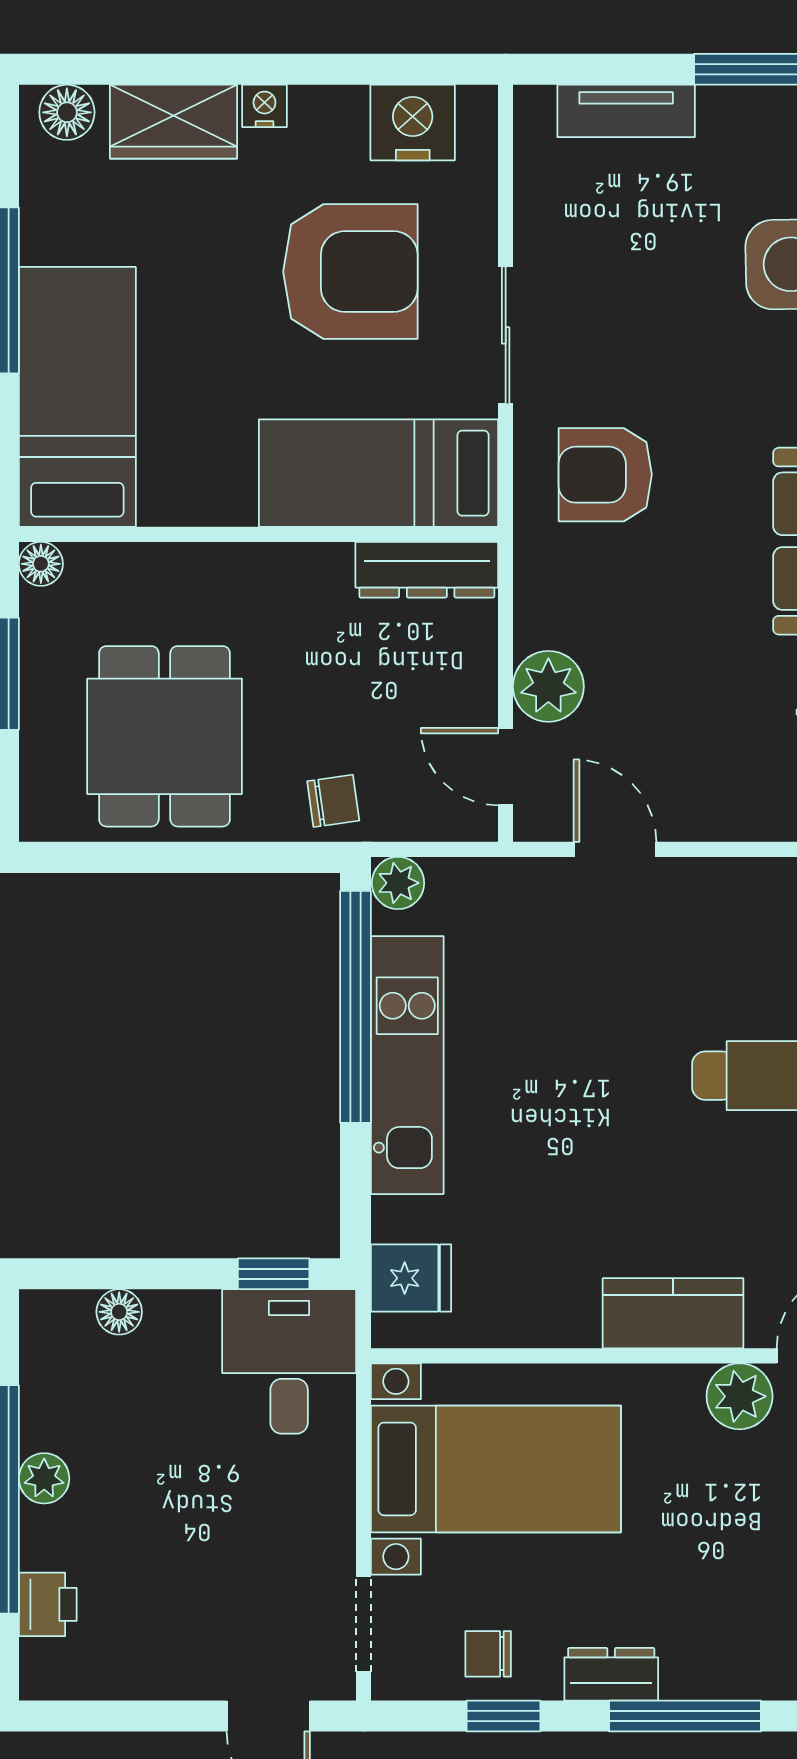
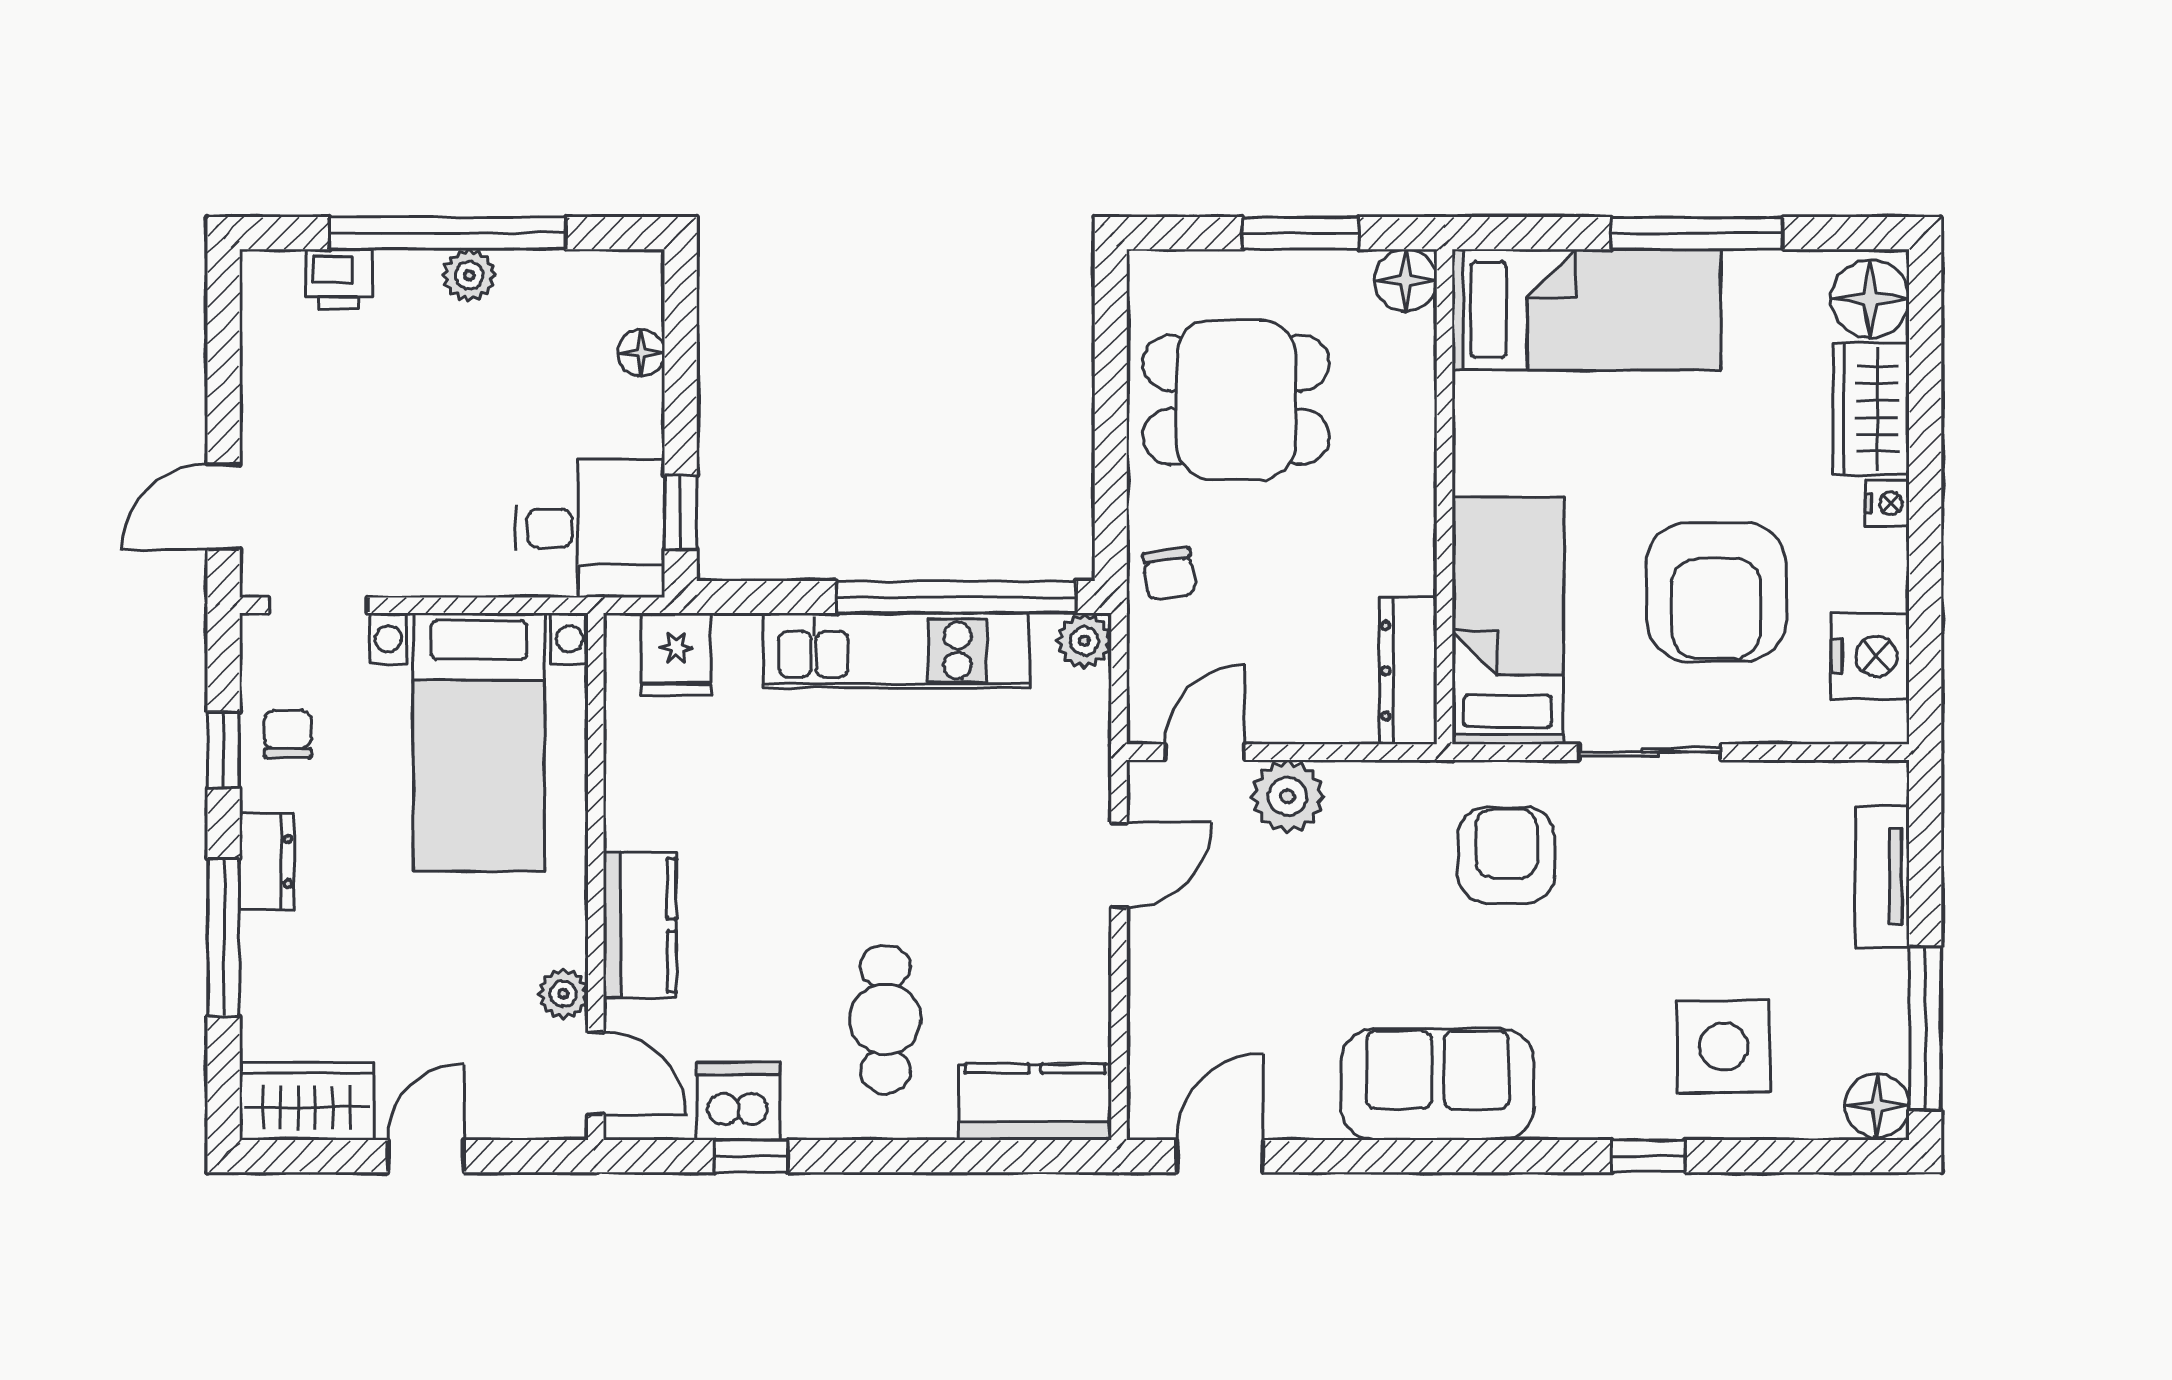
floor lamp: (67, 112) -> (1870, 299), width x1.38, depth x1.38
floor lamp: (41, 564) -> (1406, 280), width x1.37, depth x1.37
plant: (740, 1396) -> (563, 994), width x0.73, depth x0.73

